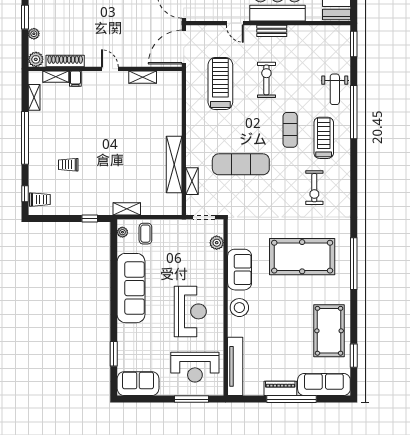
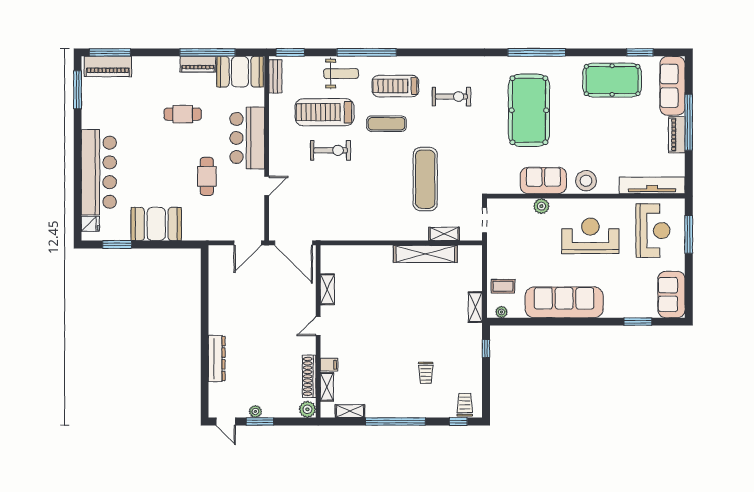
bench: (272, 31) -> (275, 76), moved
plant: (34, 34) -> (255, 411), moved
exercise bike: (266, 80) -> (330, 150), turned 180
treadmill: (220, 84) -> (325, 112), moved
plant: (217, 243) -> (541, 206), moved

